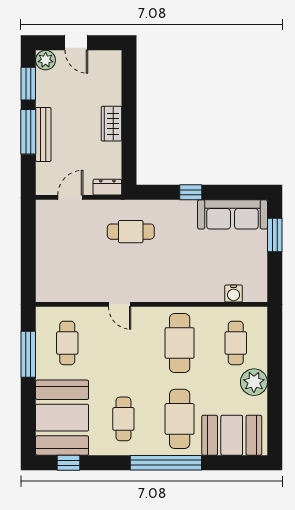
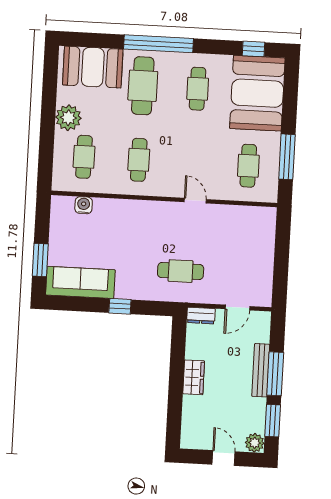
cafe table: (180, 343) -> (139, 160), width x0.73, depth x0.74

